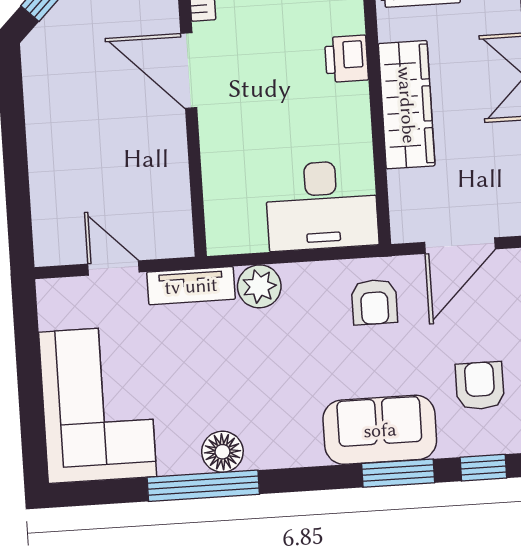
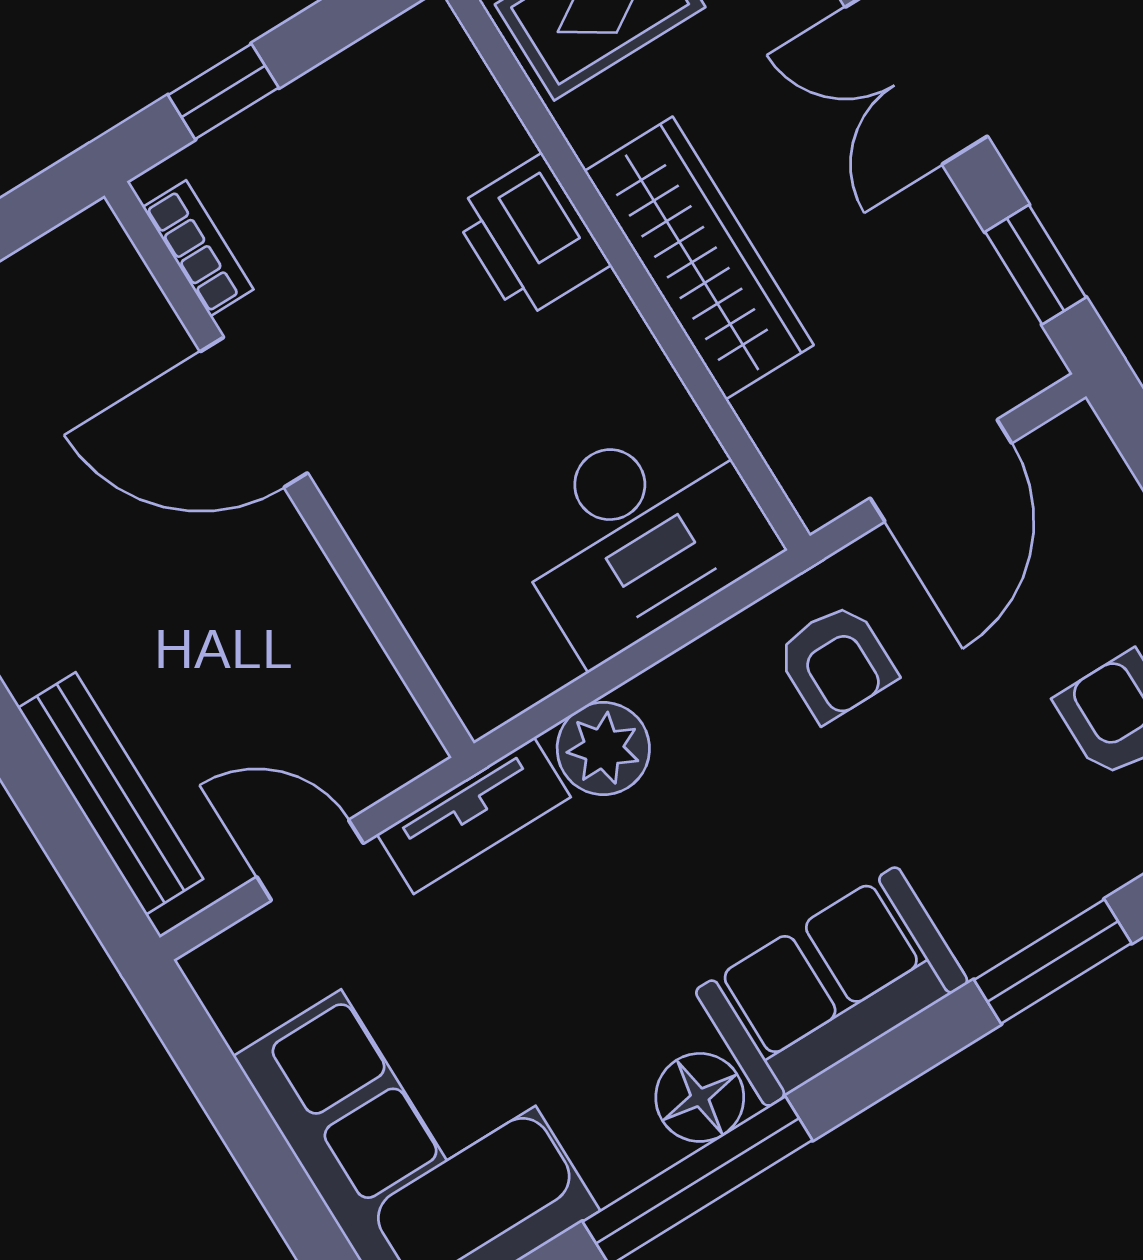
printer: (346, 59) -> (531, 237), width x1.36, depth x1.24
bench: (46, 197) -> (111, 793), added
sofa: (380, 430) -> (832, 987), moved

